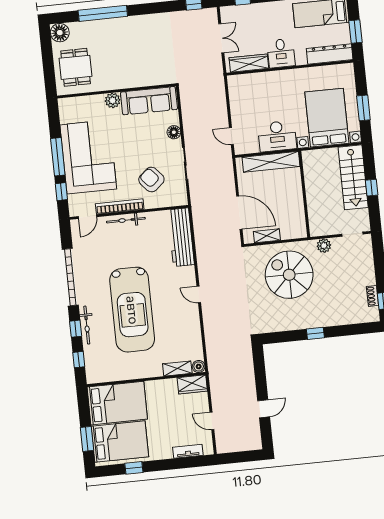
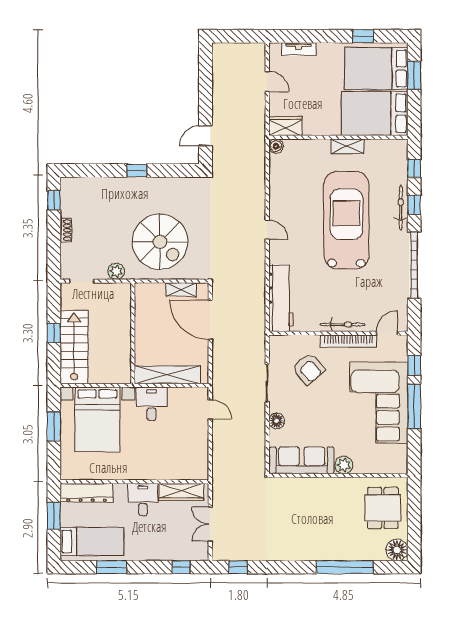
desk: (277, 136) -> (152, 404), width x0.73
shoe rack: (372, 296) -> (66, 230), moved
shelving: (177, 369) -> (348, 146), moved
door: (264, 409) -> (206, 136), moved

